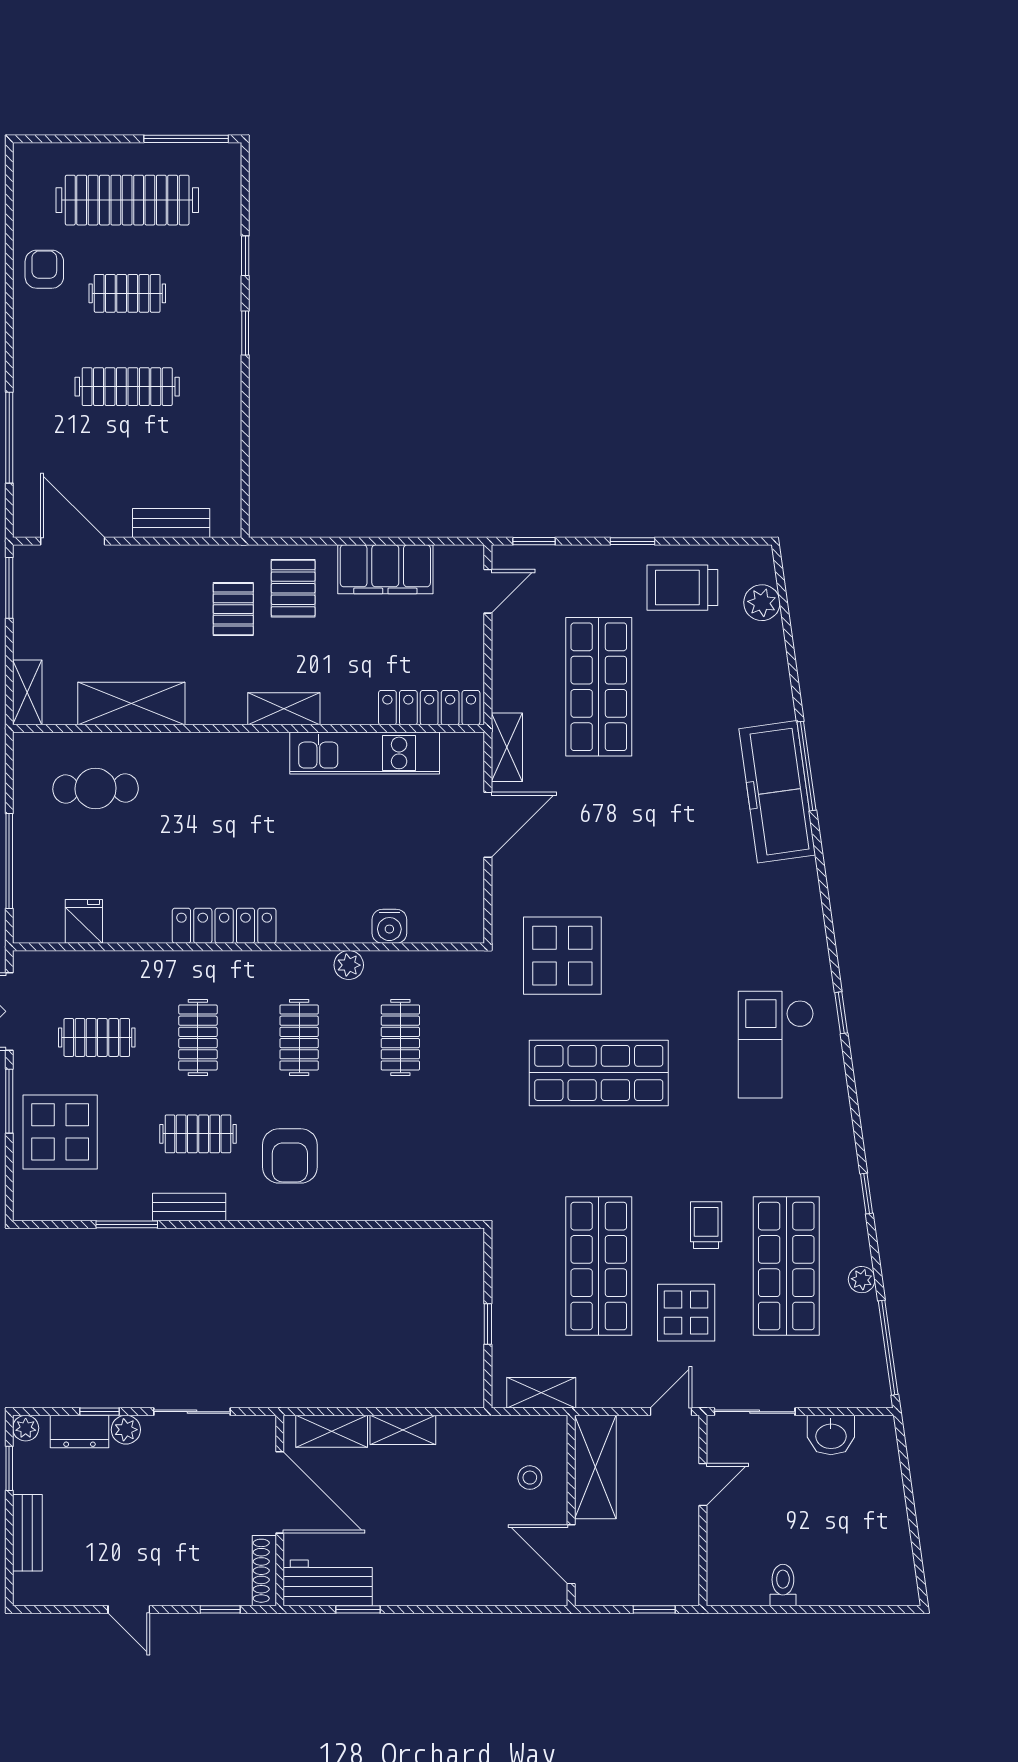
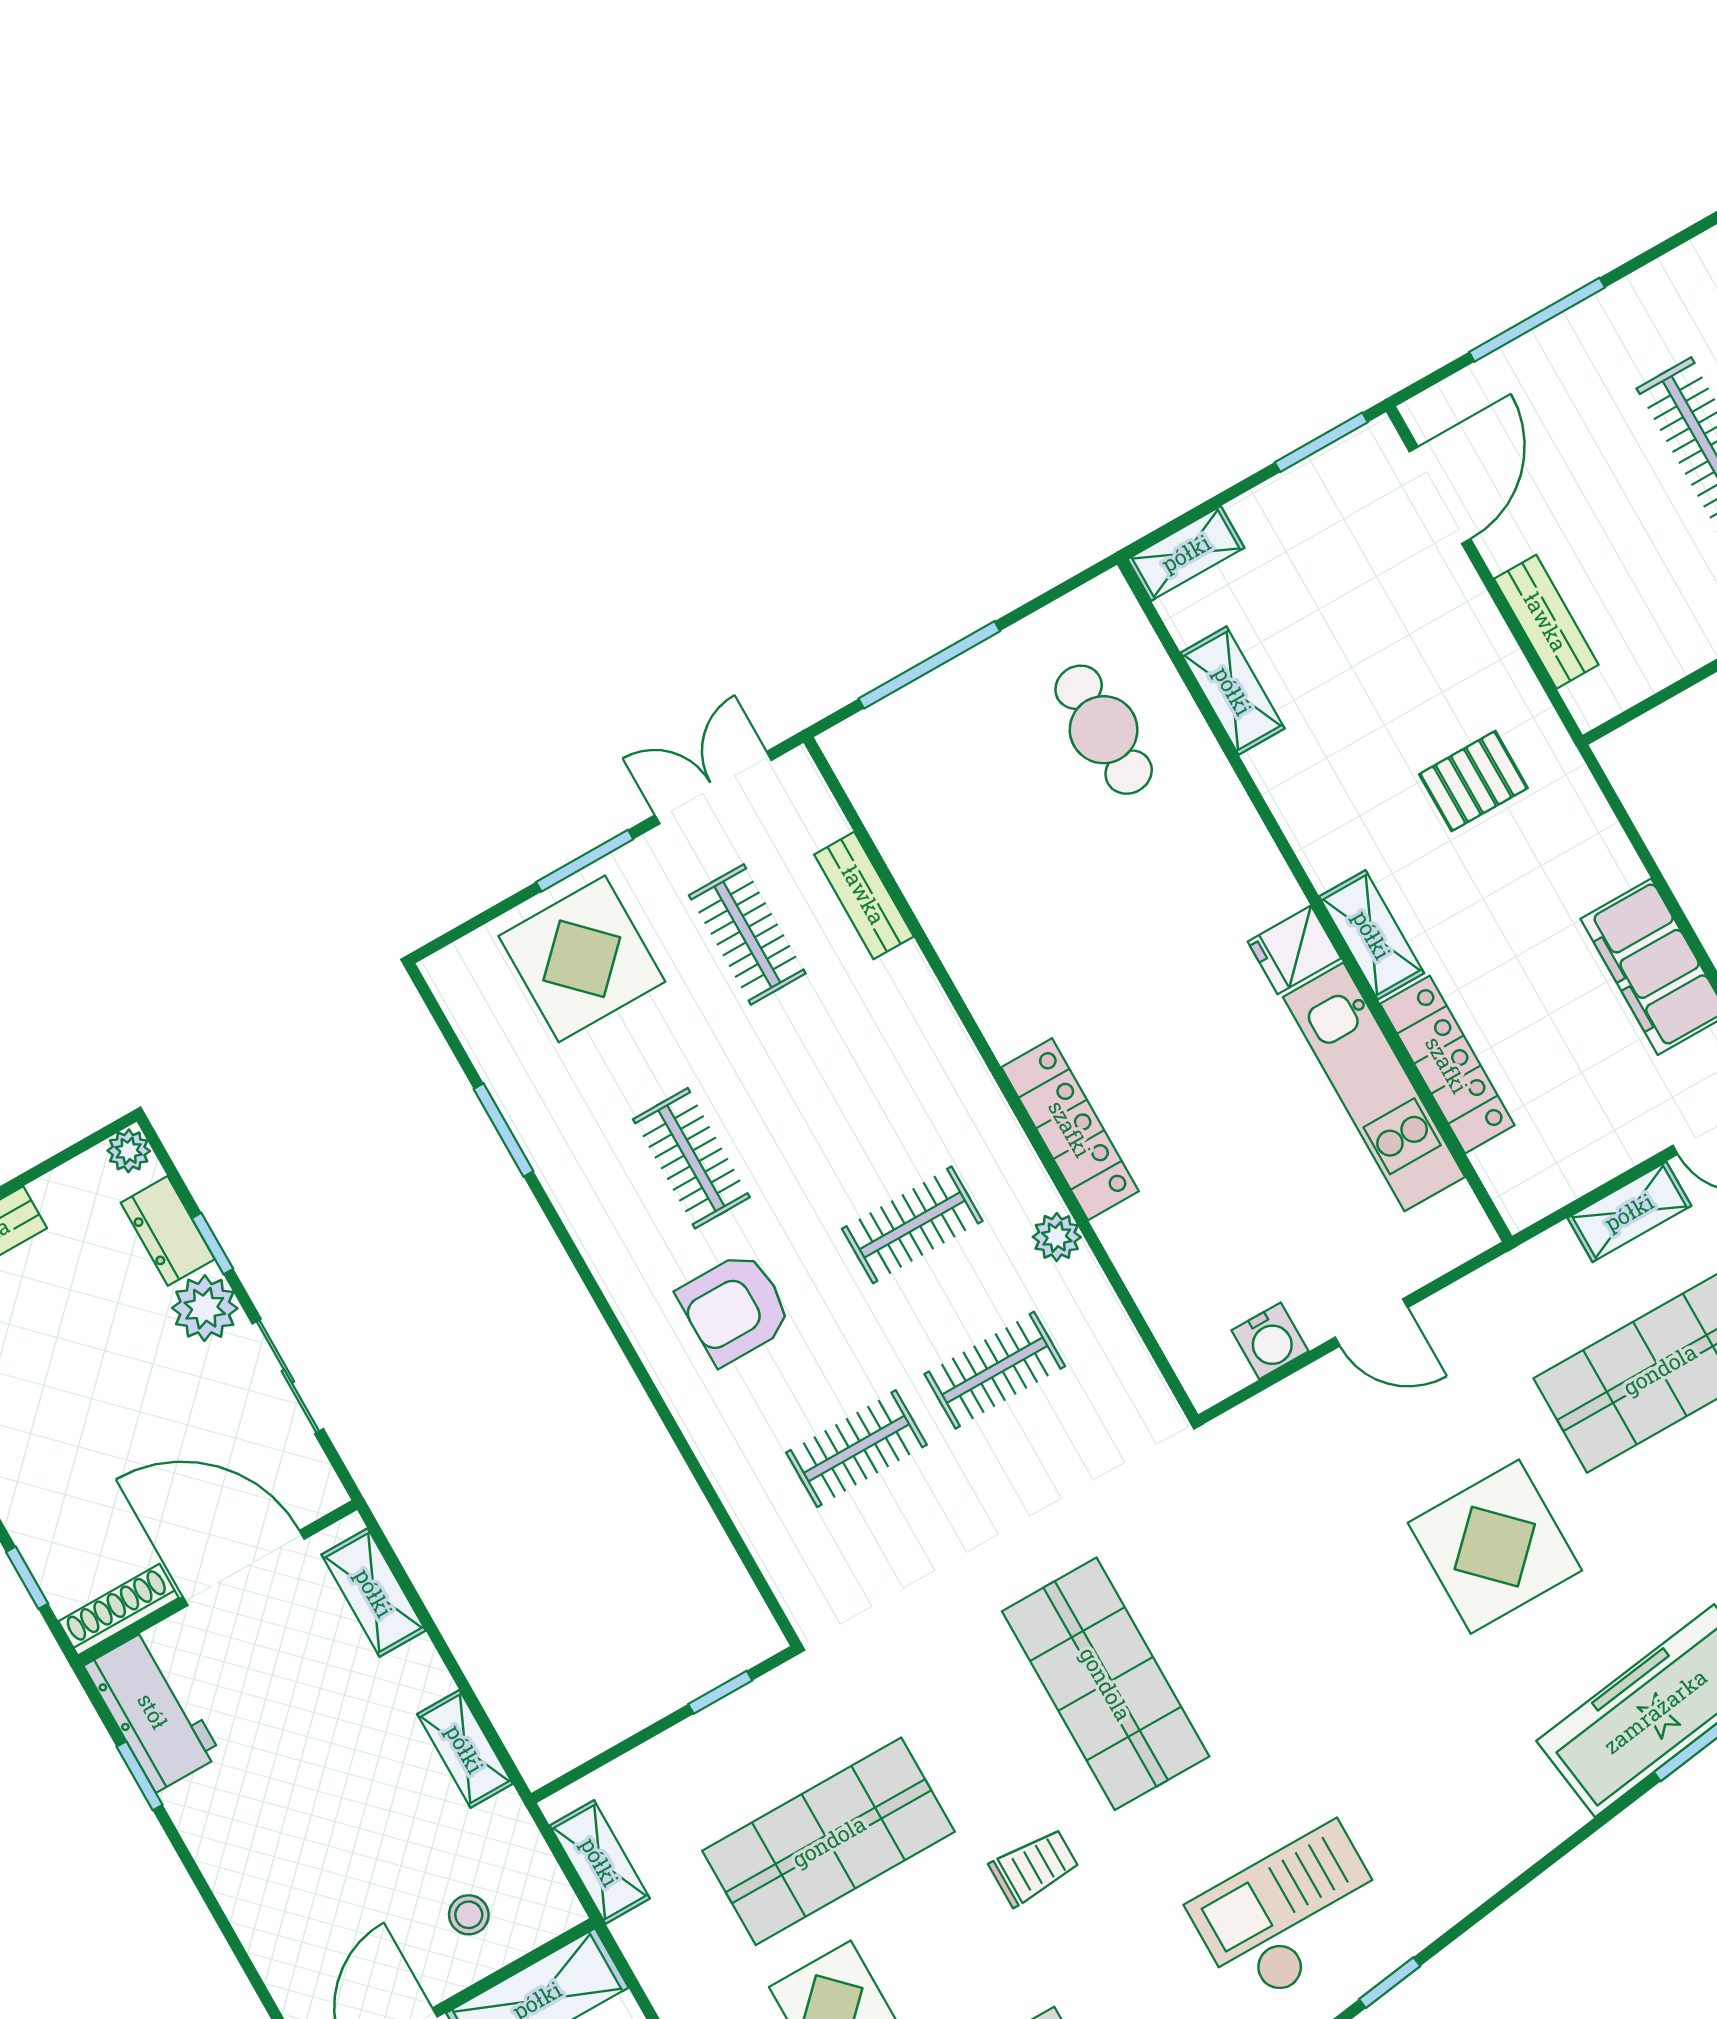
pallet: (293, 588) -> (1552, 850), removed
shelving: (131, 704) -> (1233, 691), width x0.67, depth x0.75
locker: (429, 708) -> (1447, 1065), moved
shelving: (507, 747) -> (1629, 1212), moved
door: (488, 825) -> (1371, 1322), width x0.73
fridge: (84, 921) -> (1294, 950), moved, turned 180
locker: (224, 926) -> (1070, 1129), moved
water cooler: (389, 926) -> (1270, 1341), moved, turned -90
display table: (562, 956) -> (1495, 1547), moved
clothes rail: (198, 1037) -> (856, 1449), moved
bench: (189, 1207) -> (864, 895), moved
trolley: (706, 1225) -> (1034, 1867), moved
window: (488, 1324) -> (720, 1692), moved
plant: (126, 1430) -> (205, 1308), width x1.38, depth x1.38
shelving: (403, 1430) -> (465, 1749), moved
window: (9, 1468) -> (58, 1160), removed
door: (280, 1492) -> (244, 1568), swing flipped

